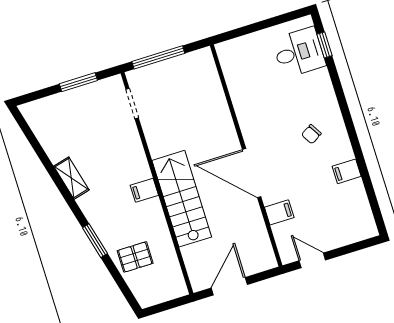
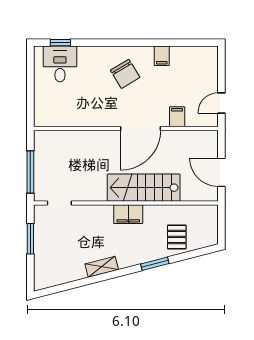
chair: (311, 134) -> (125, 74), width x1.87, depth x1.87
filing cabinet: (144, 190) -> (128, 214), width x2.00

